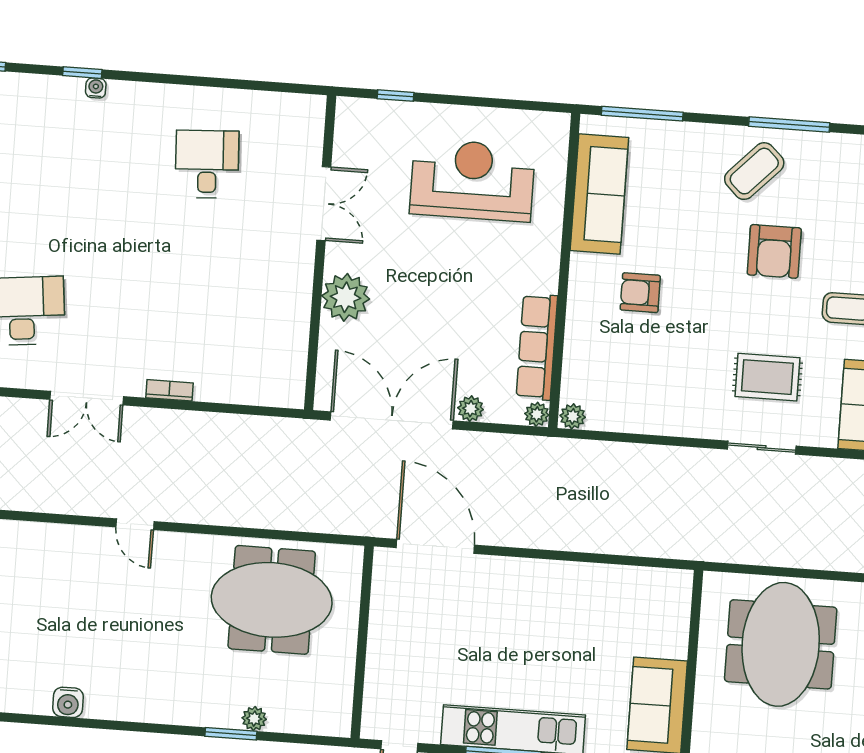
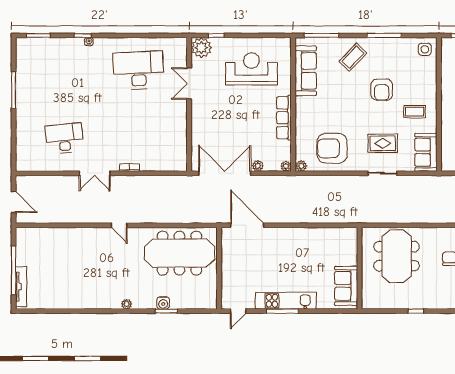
desk: (207, 164) -> (138, 70), width x1.87, depth x1.30
coffee table: (754, 171) -> (353, 57), moved
double door: (324, 204) -> (189, 83), swing flipped
armchair: (640, 293) -> (332, 148), moved, width x1.88, depth x1.88
plant: (346, 297) -> (201, 48), moved
row of seats: (537, 347) -> (284, 118), moved
meeting table: (272, 600) -> (179, 253), width x1.36
water cooler: (68, 702) -> (163, 303), moved
plant: (254, 719) -> (127, 304), moved

